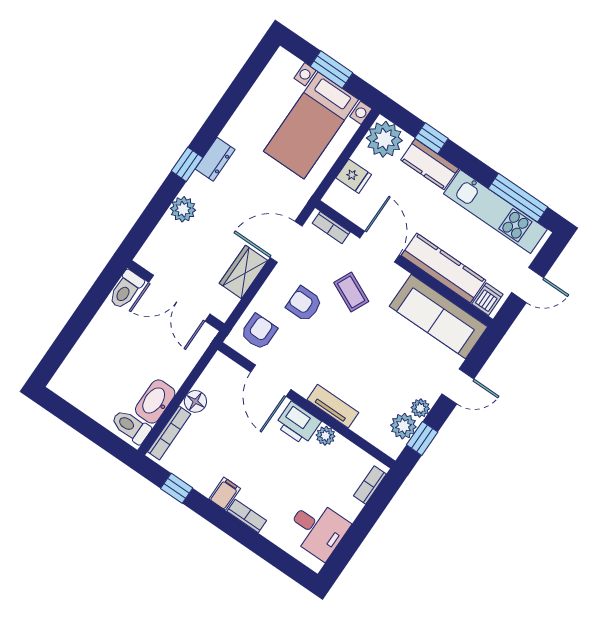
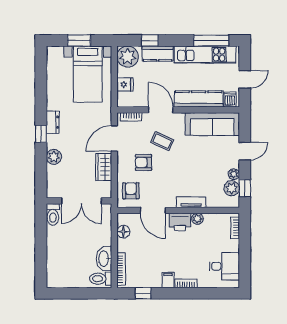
floor lamp: (195, 401) -> (123, 232), moved

